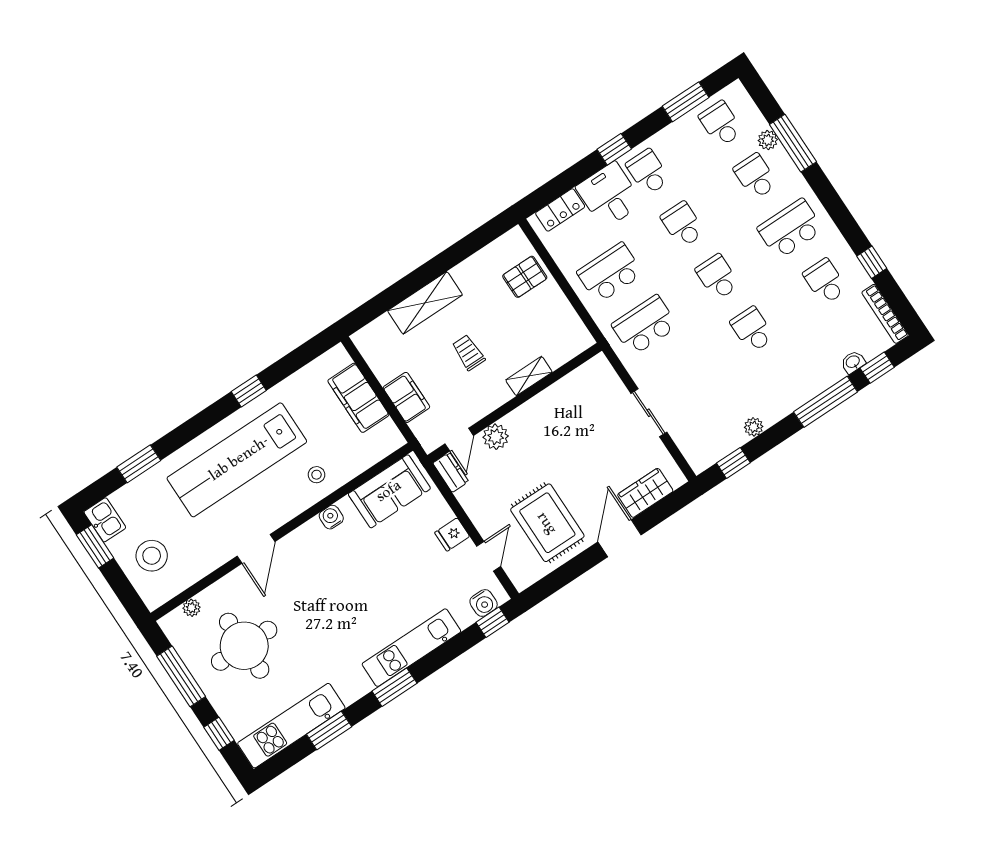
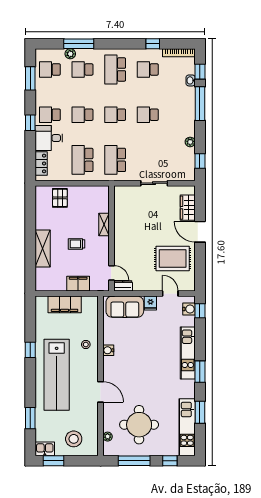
plant: (496, 437) -> (121, 256), removed
sofa: (389, 491) -> (125, 307), moved, turned 90

